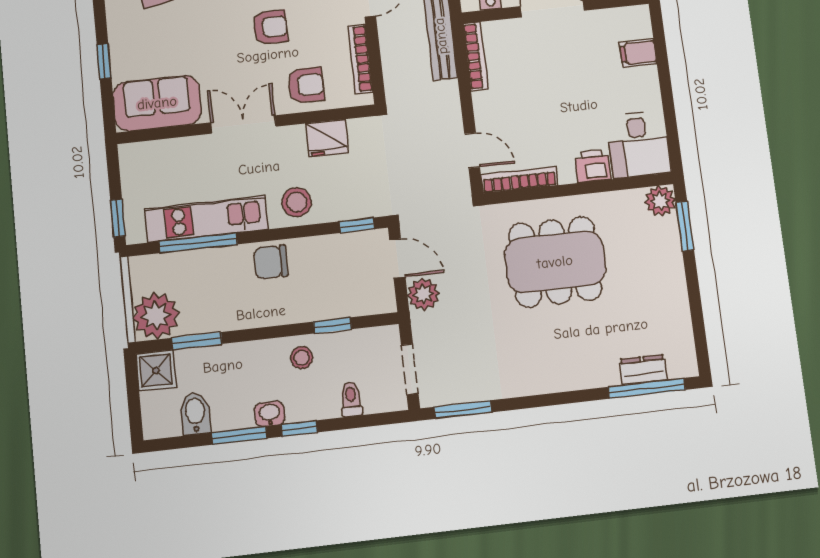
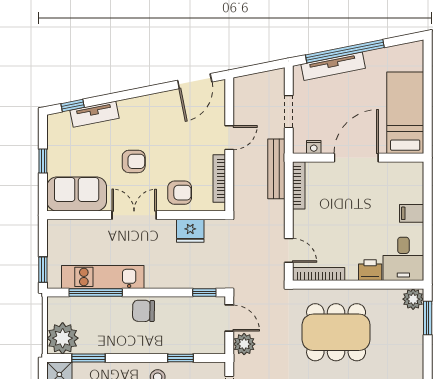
armchair: (270, 27) -> (134, 161), moved
filing cabinet: (638, 53) -> (412, 213), moved
stool: (297, 202) -> (165, 272), removed

